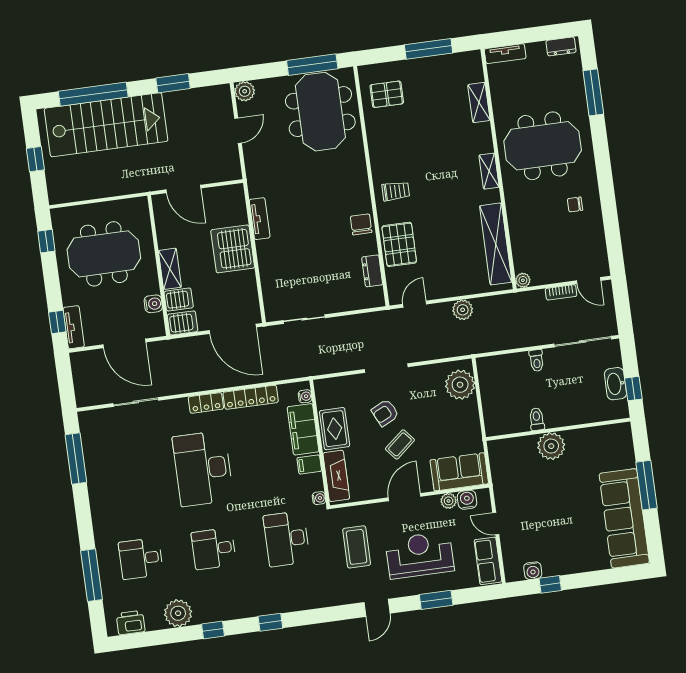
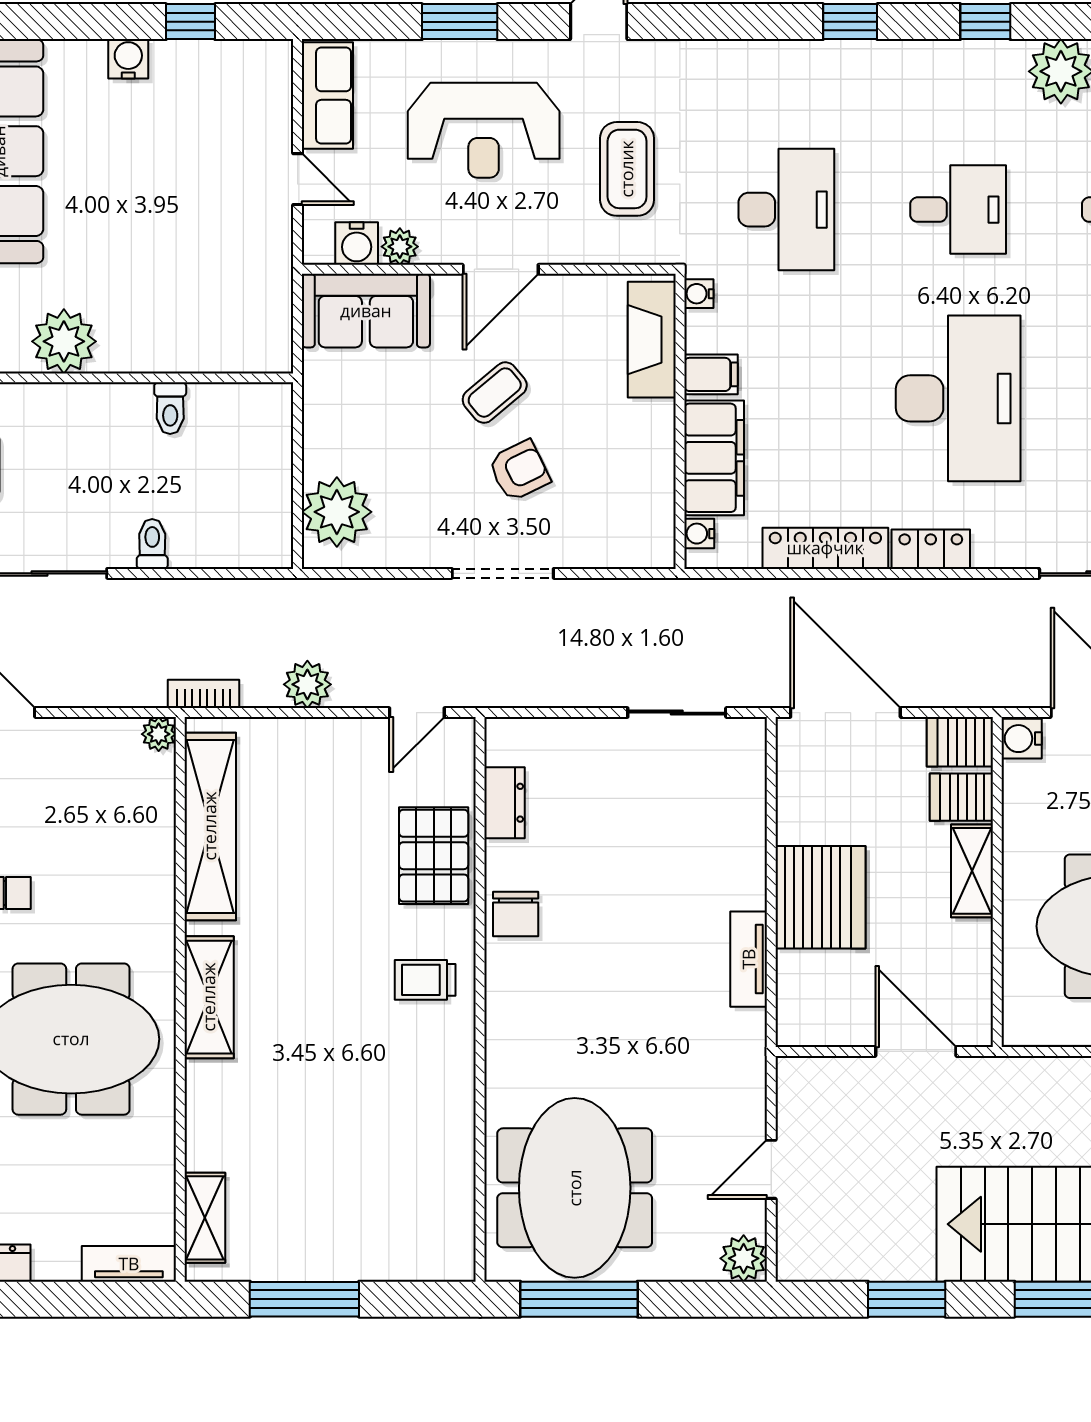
pallet: (387, 94) -> (416, 1207), removed
shelving: (479, 102) -> (205, 1218), moved
shelving: (489, 171) -> (209, 997), width x1.50, depth x1.33
bookcase: (561, 292) -> (204, 694), moved
water cooler: (153, 304) -> (1022, 739), moved
rug: (335, 429) -> (641, 449), removed
plant: (551, 446) -> (64, 341), moved
water cooler: (533, 571) -> (128, 59), moved

